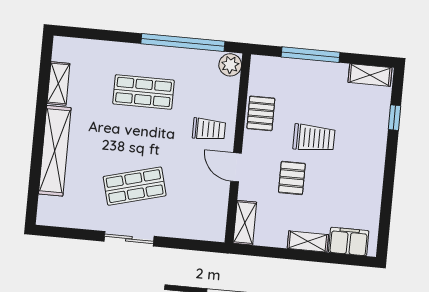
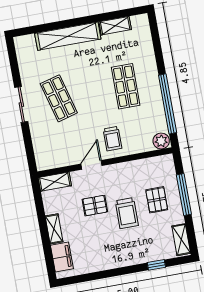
pallet: (261, 113) -> (157, 200), moved, turned 90

